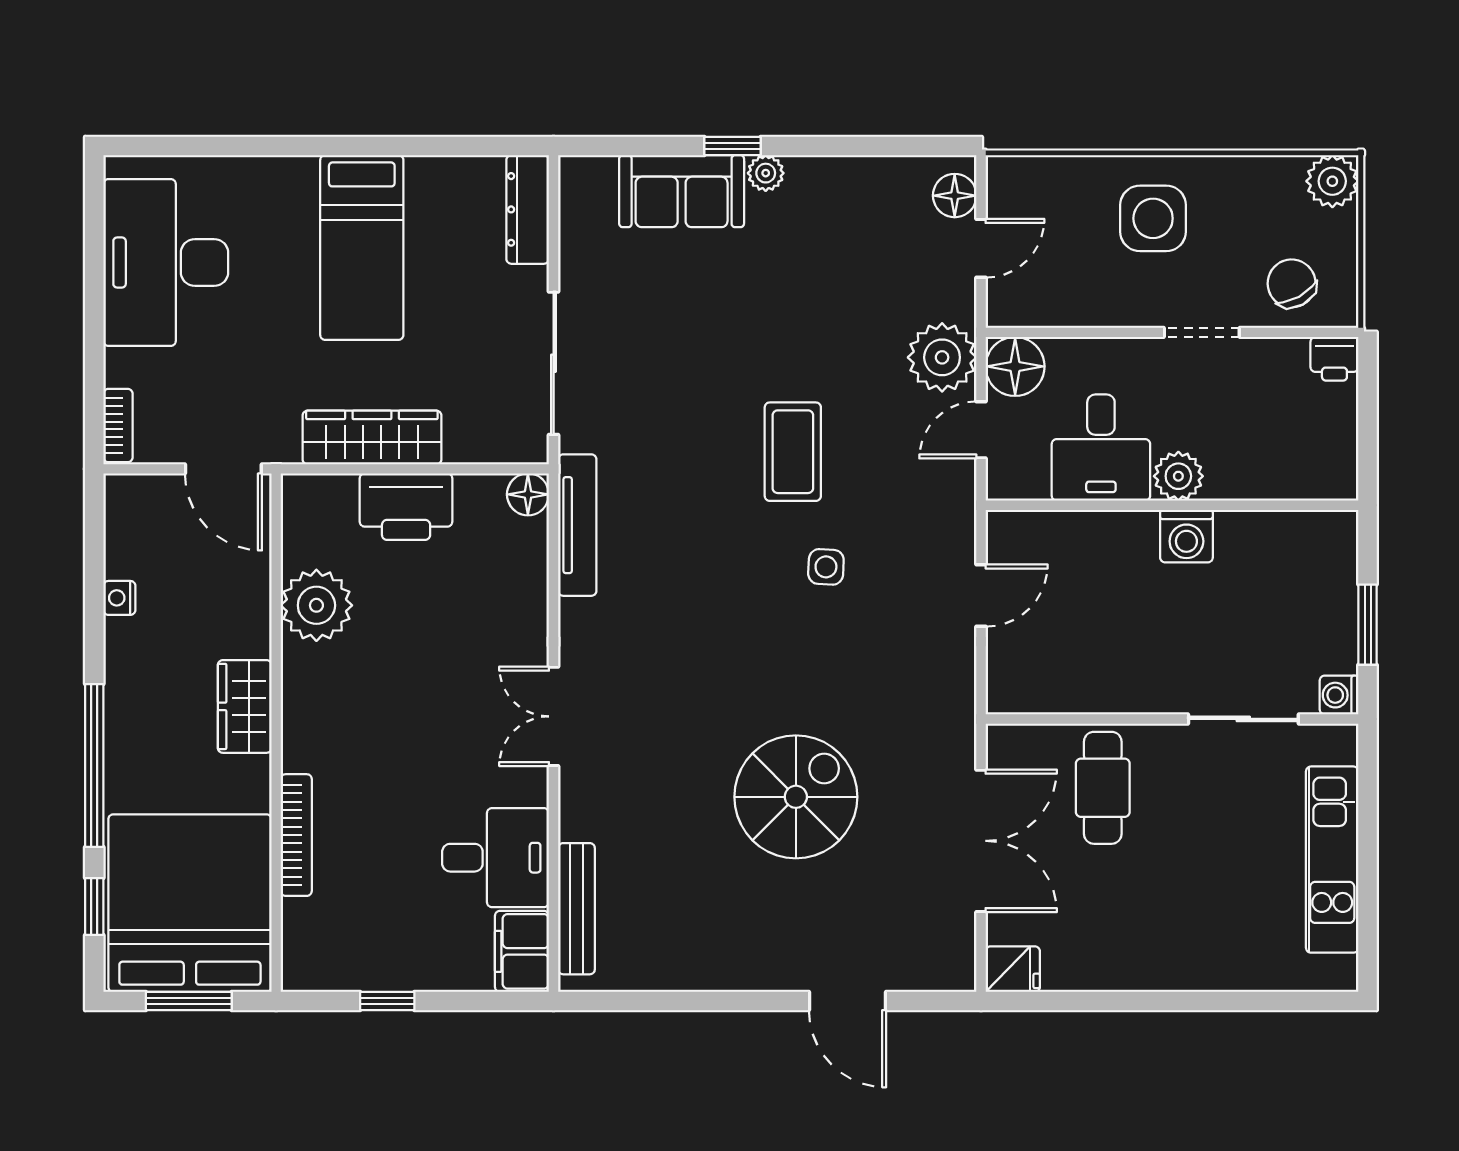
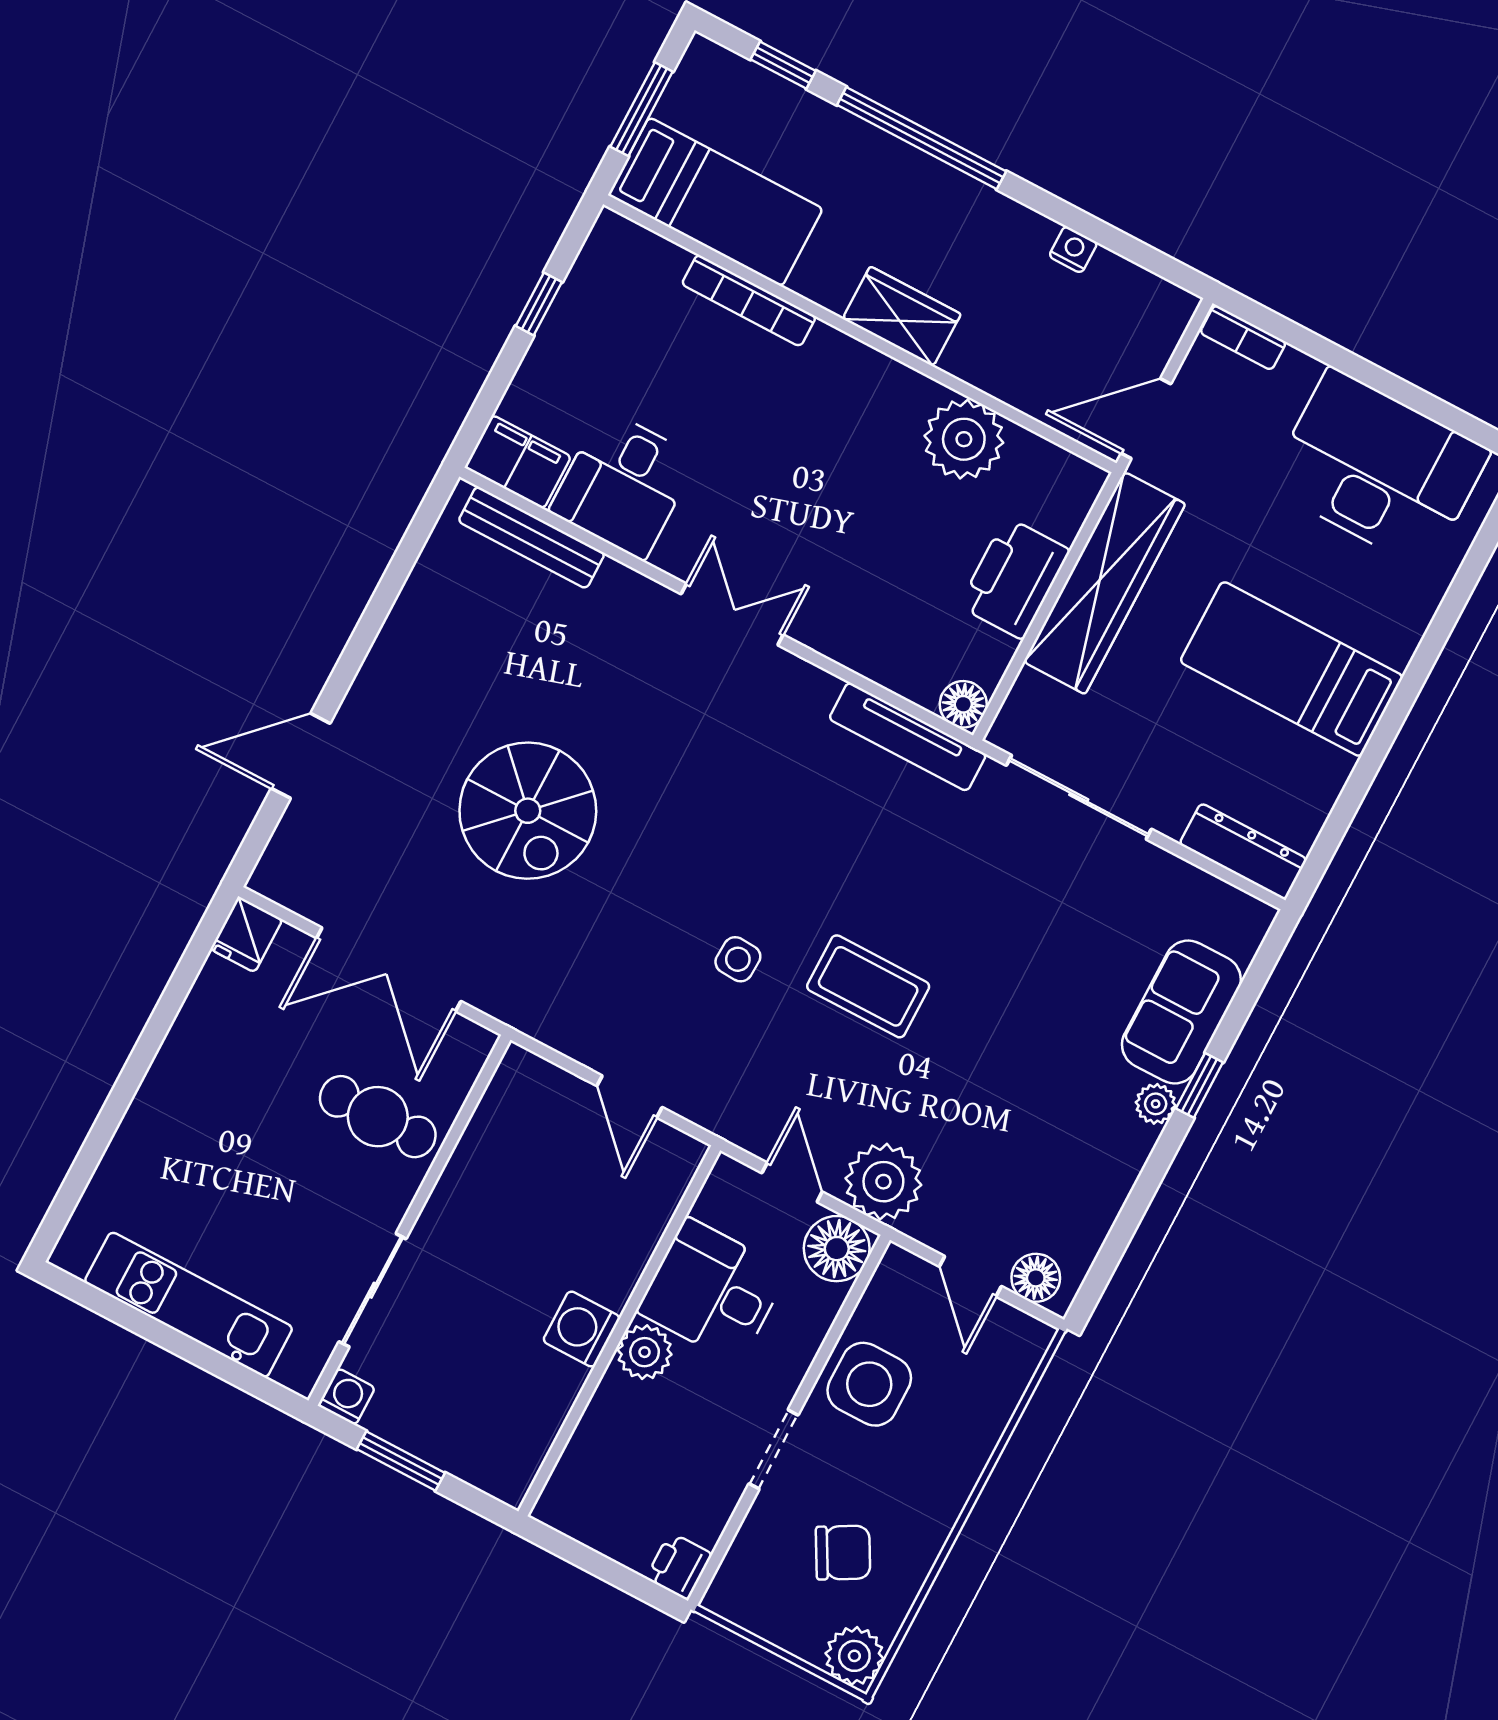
side table: (1153, 218) -> (869, 1384), moved
chair: (1292, 283) -> (843, 1553), moved
wardrobe: (372, 437) -> (1104, 583), width x1.40, depth x1.17
bed: (190, 903) -> (715, 202), width x0.49

